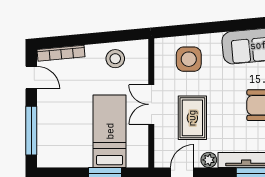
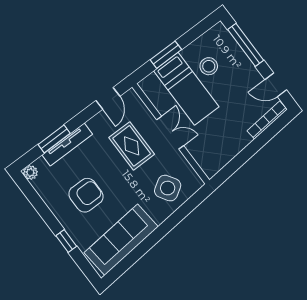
stool: (115, 59) -> (209, 66), moved
side table: (189, 59) -> (168, 188), turned -32
plant: (209, 160) -> (95, 124), removed

